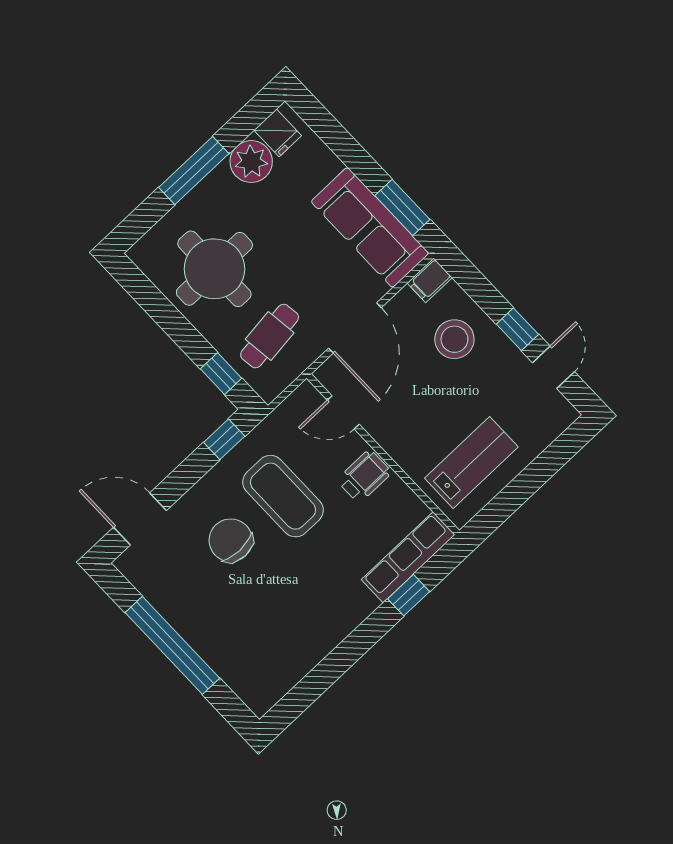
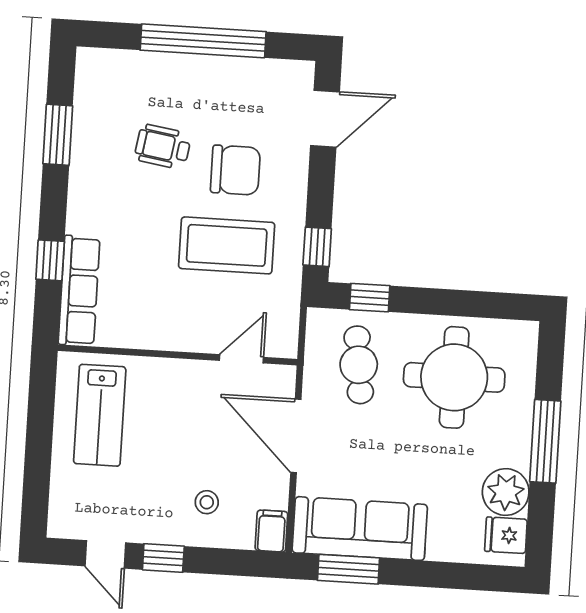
stool: (454, 339) -> (207, 502), width x0.53, depth x0.53
wheelchair: (364, 476) -> (163, 147), moved, turned 99
window: (326, 673) -> (58, 135), added

